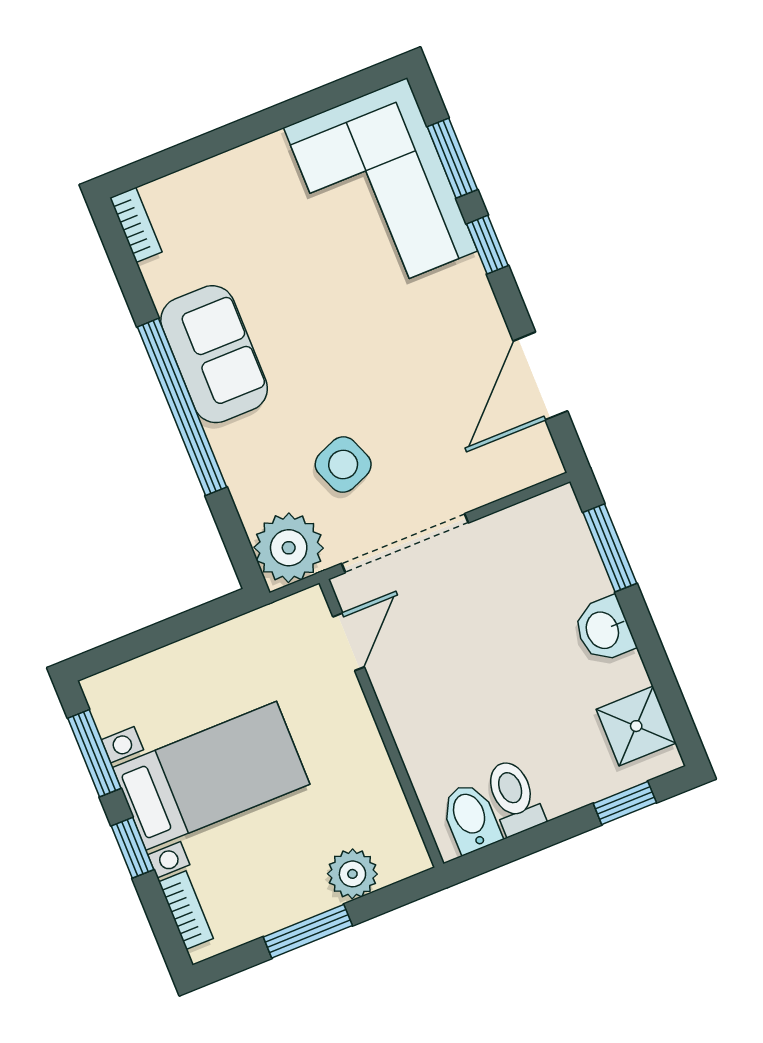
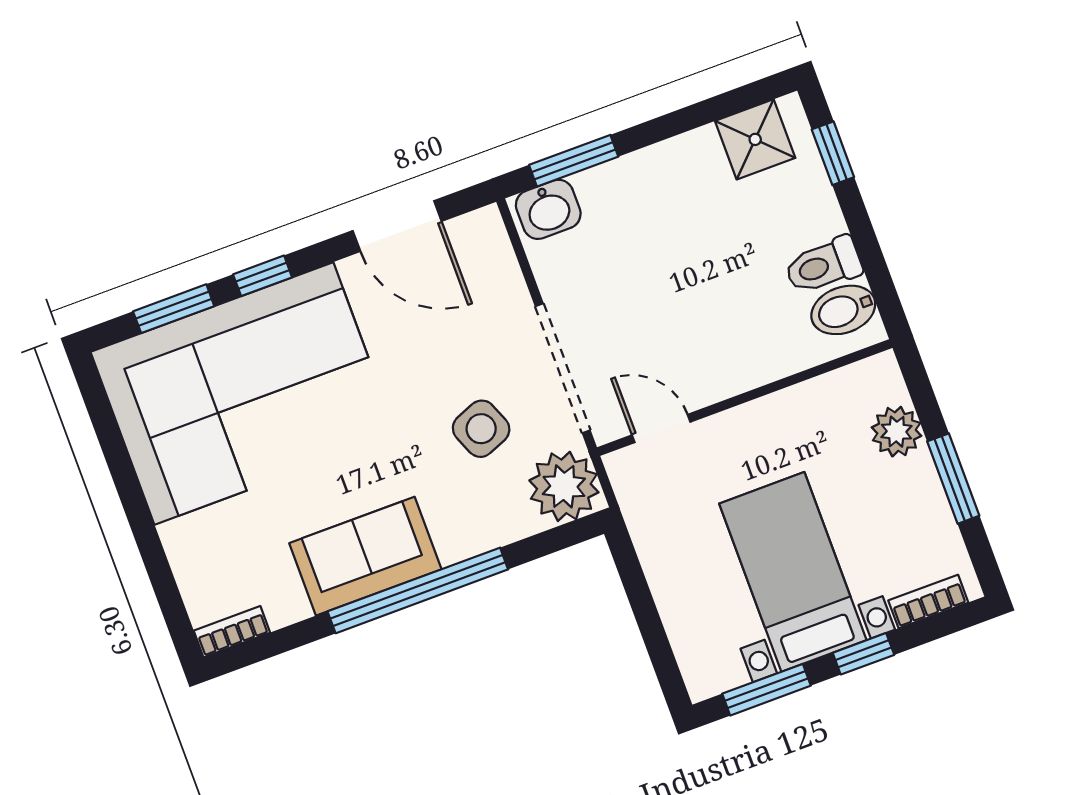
corner sofa: (380, 189) -> (244, 393), width x1.36, depth x1.36
washbasin: (604, 630) -> (548, 209), moved

